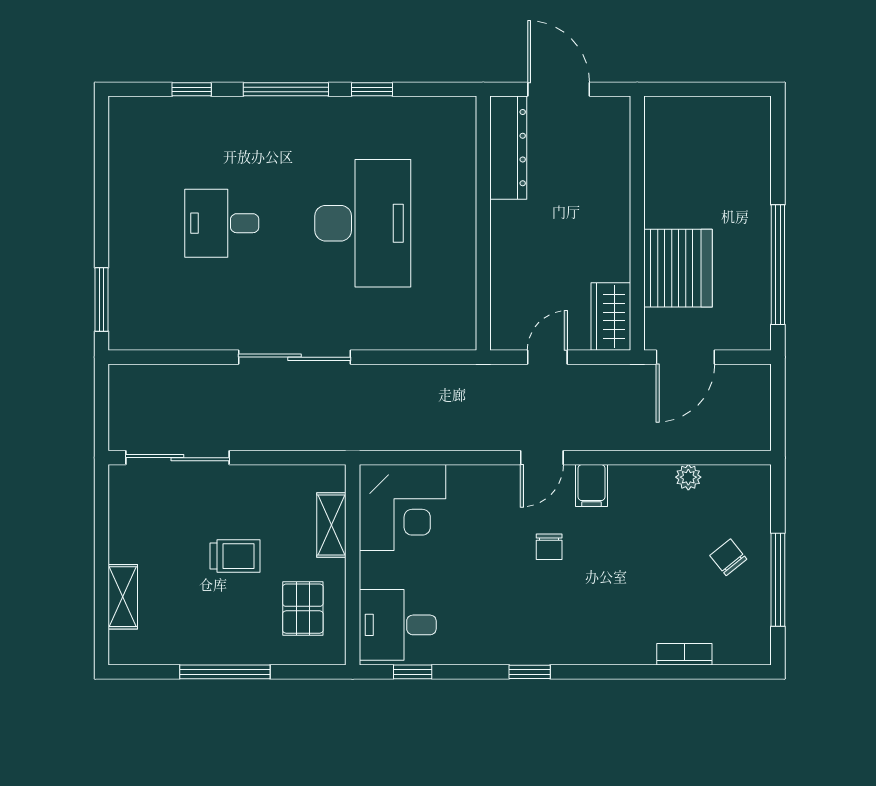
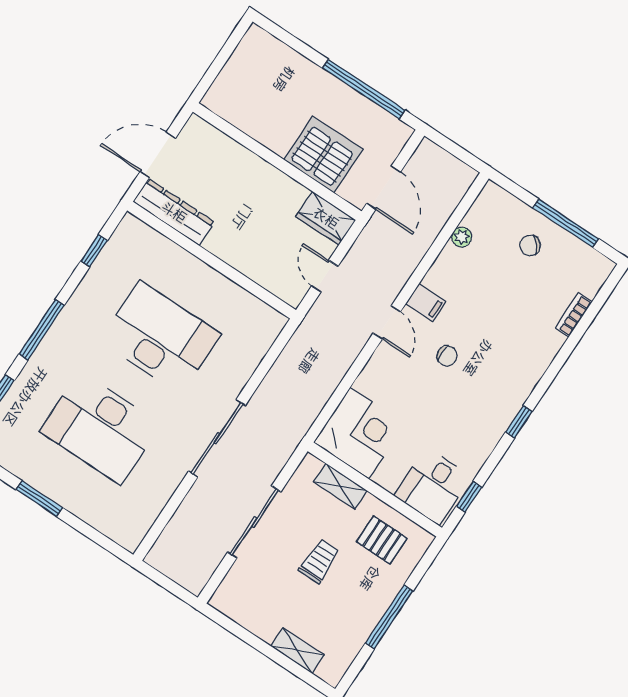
window: (372, 89) -> (94, 251), moved
desk: (222, 223) -> (100, 428), width x1.87, depth x1.30
window: (101, 300) -> (39, 499), moved
sliding door: (177, 458) -> (254, 522), moved

